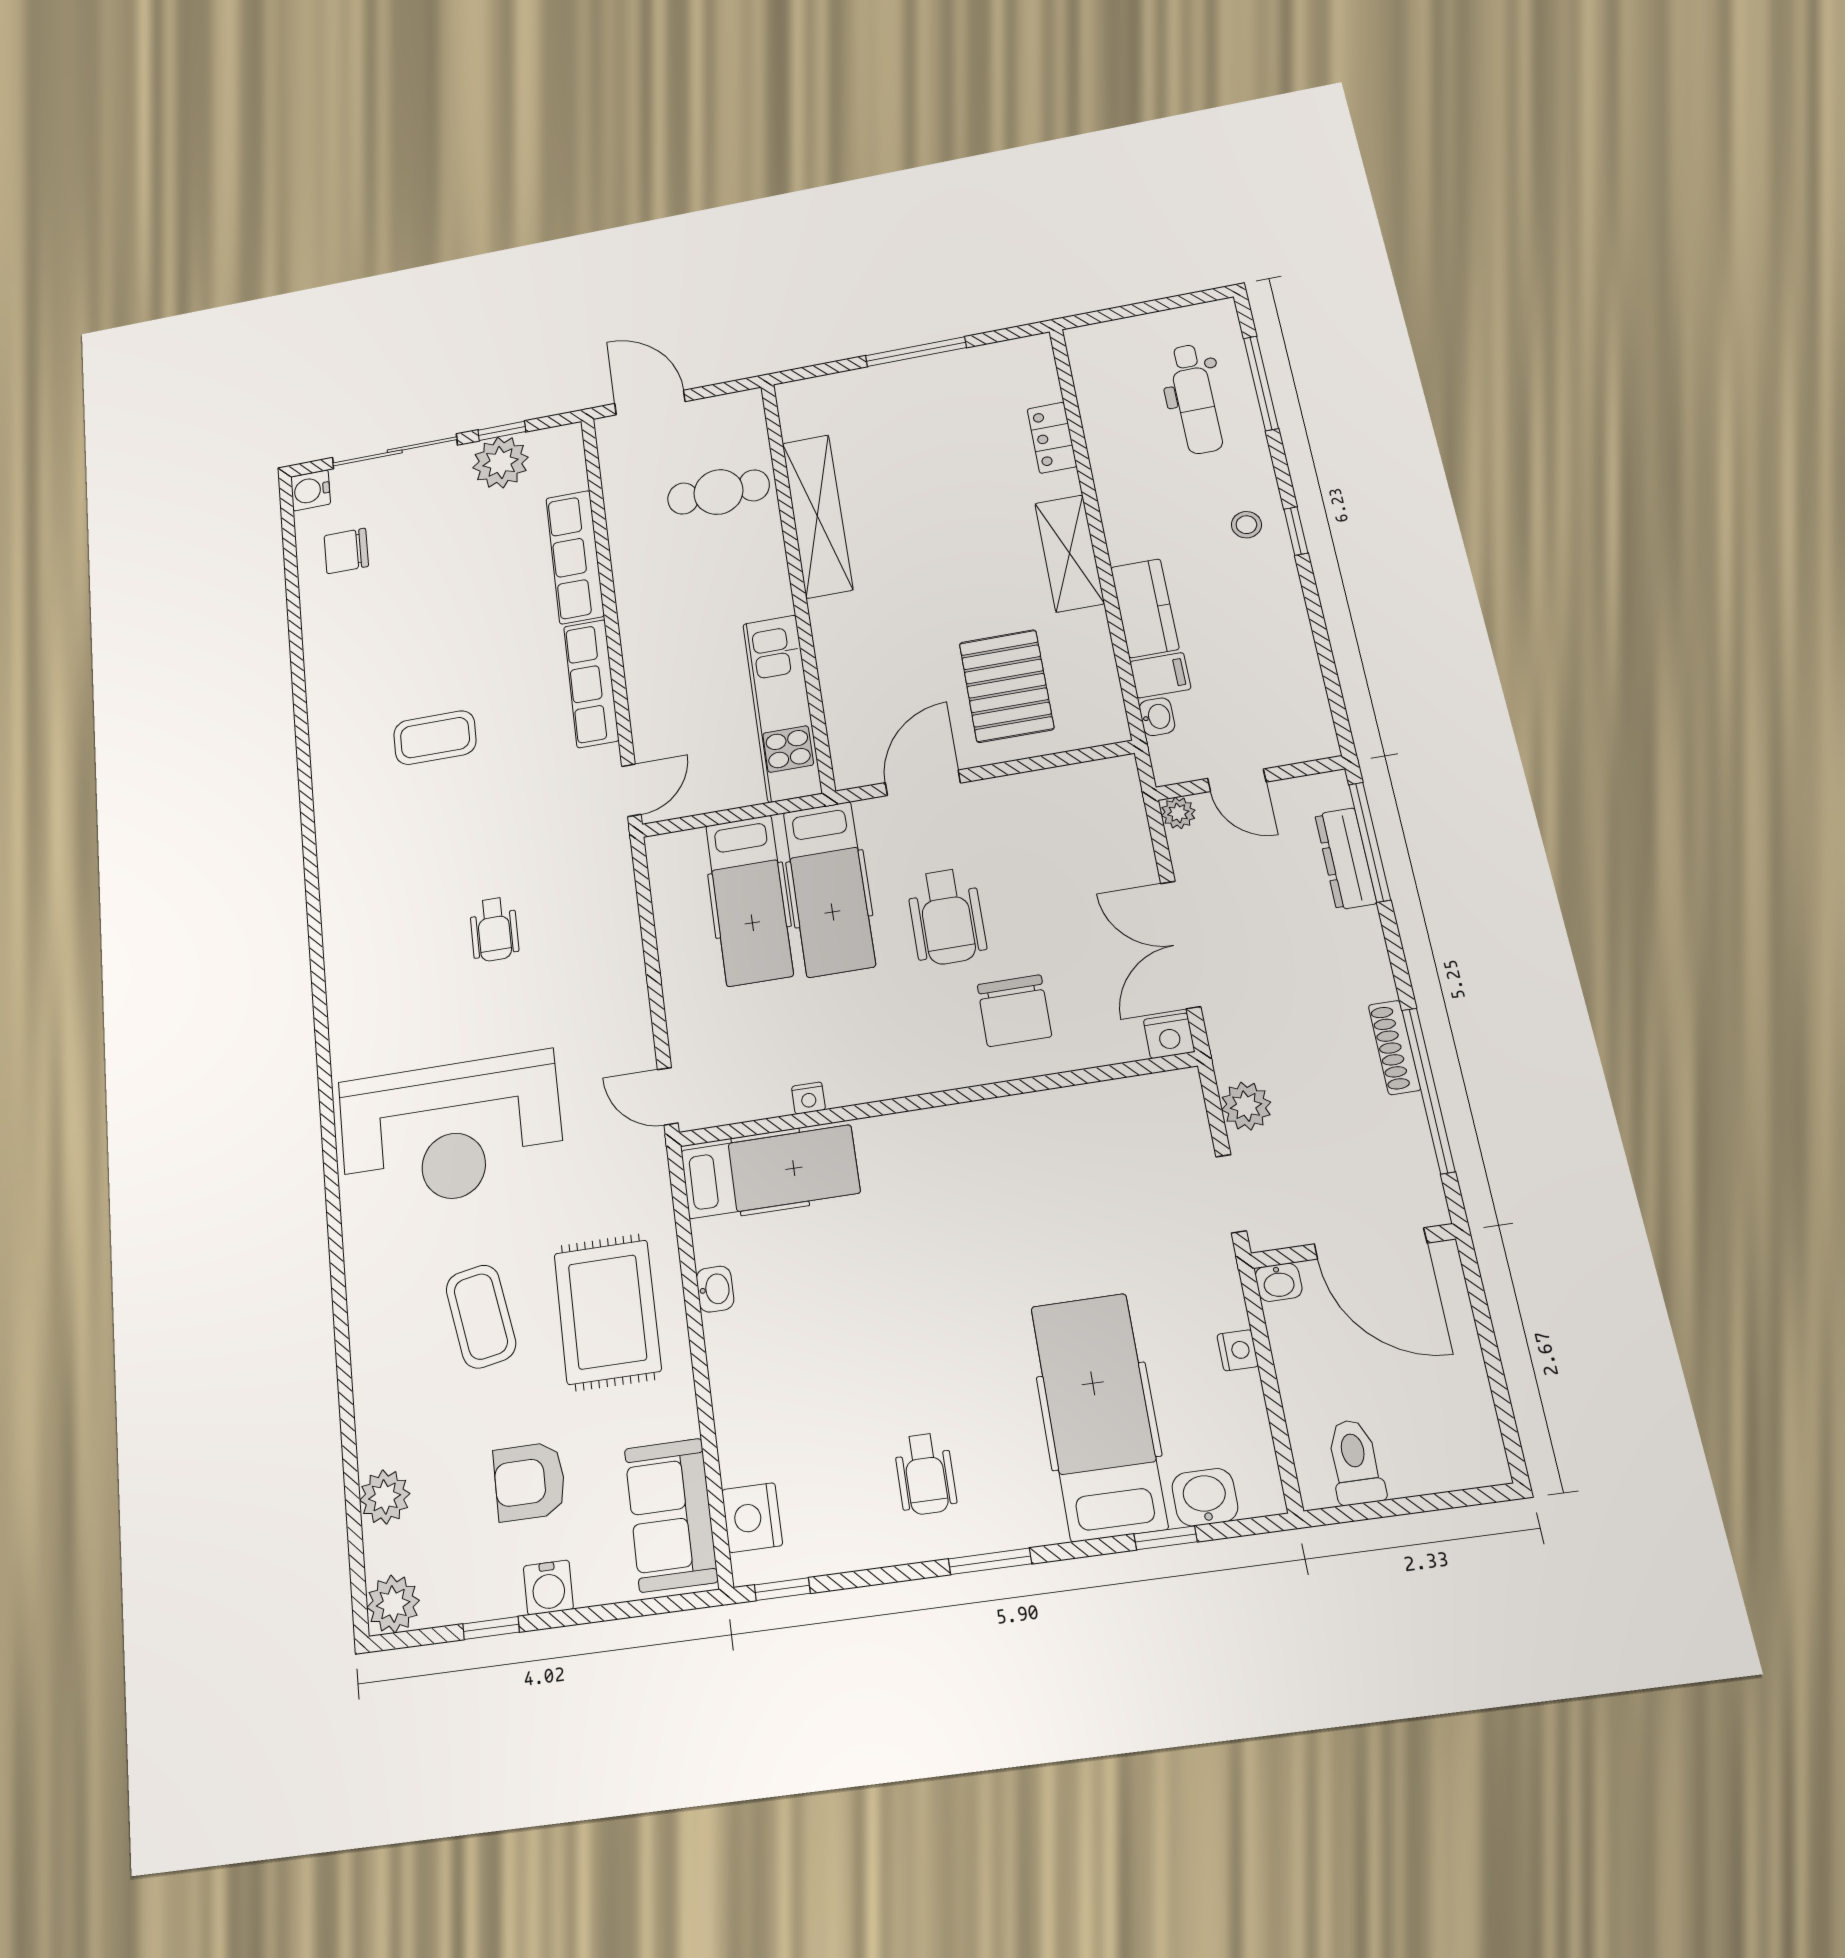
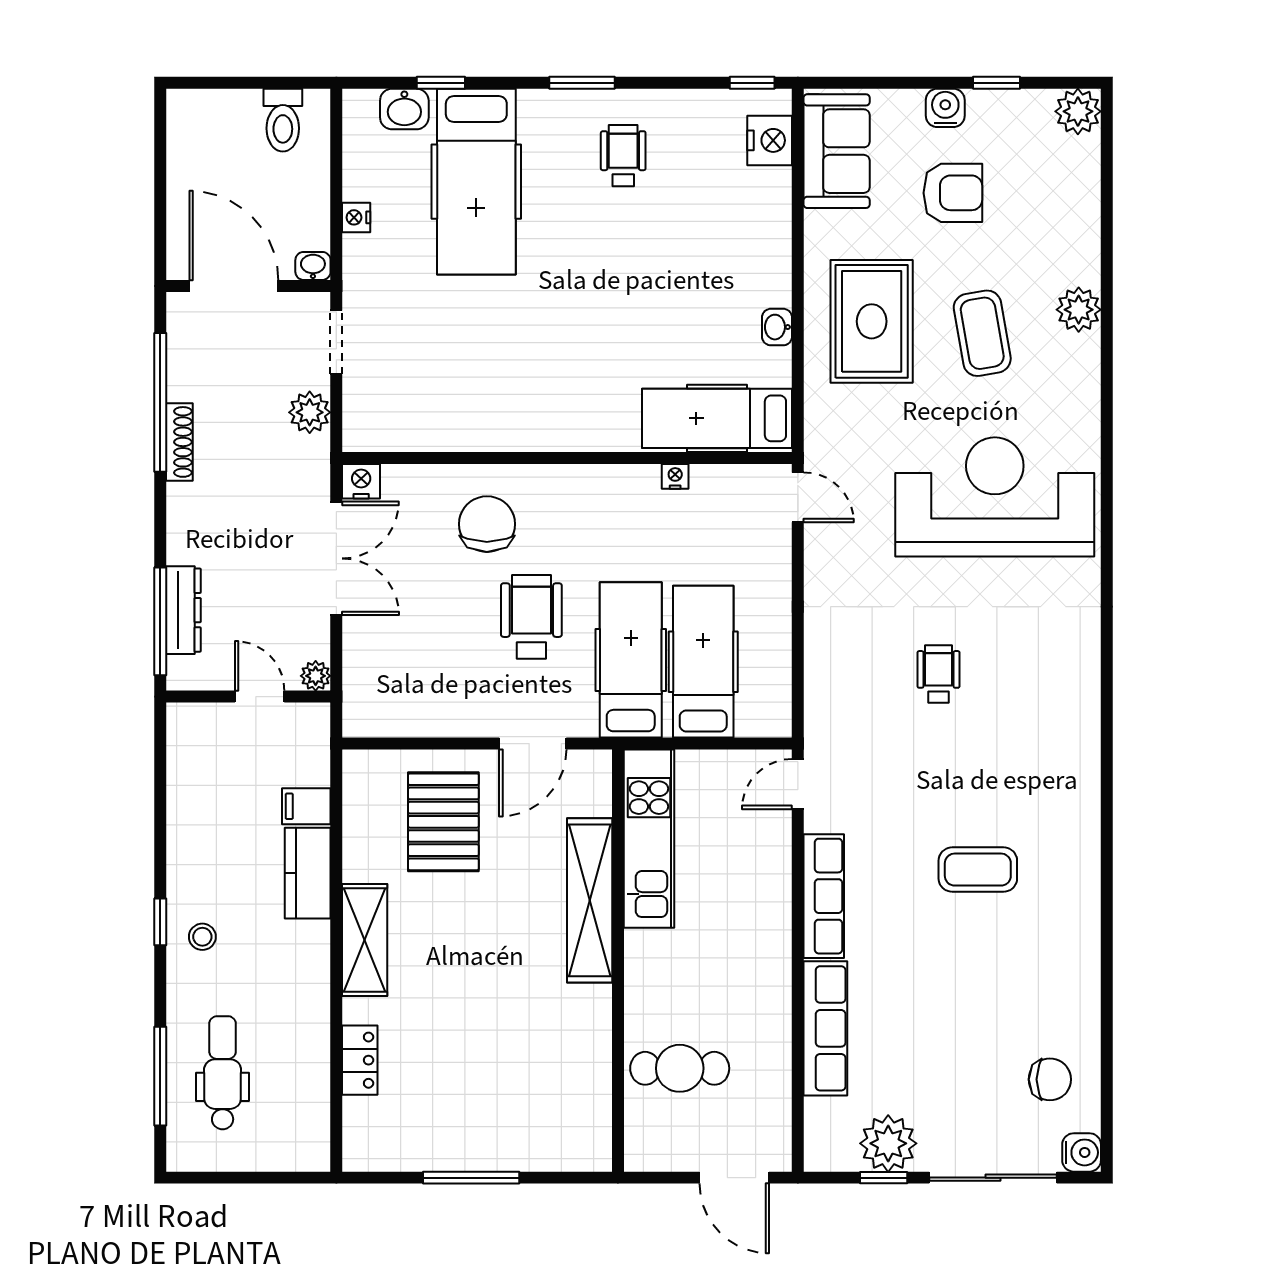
shelving: (817, 516) -> (590, 900), moved
washbasin: (1157, 717) -> (317, 768), removed
plant: (385, 1497) -> (1079, 310), moved

